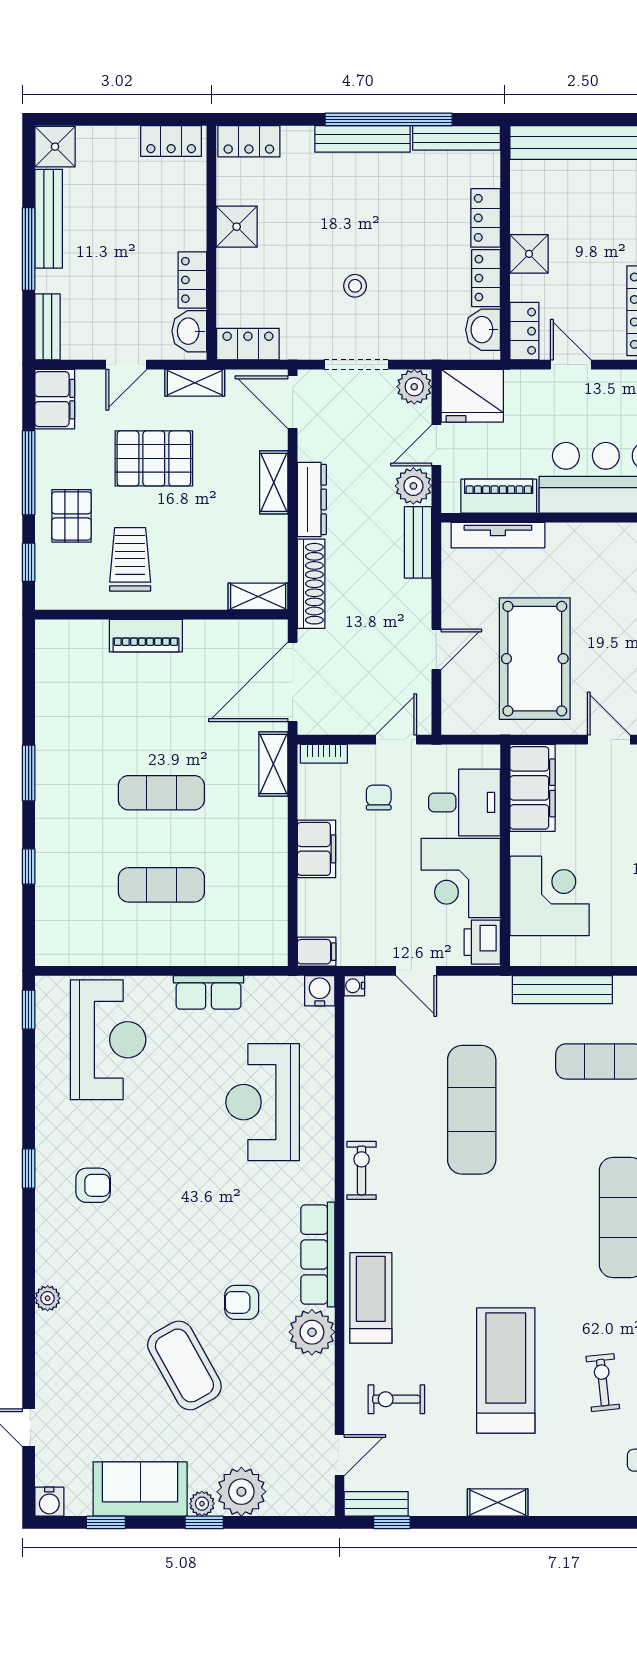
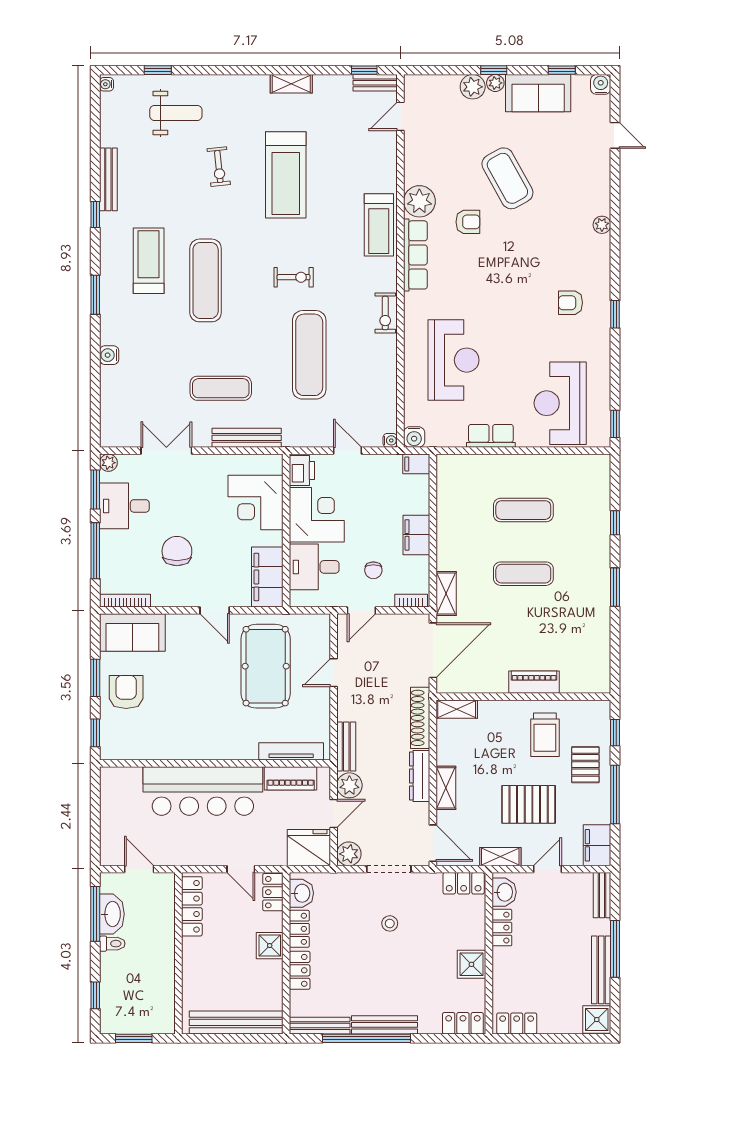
exercise bike: (396, 1399) -> (294, 277), moved
plant: (241, 1492) -> (473, 87), width x0.73, depth x0.73

